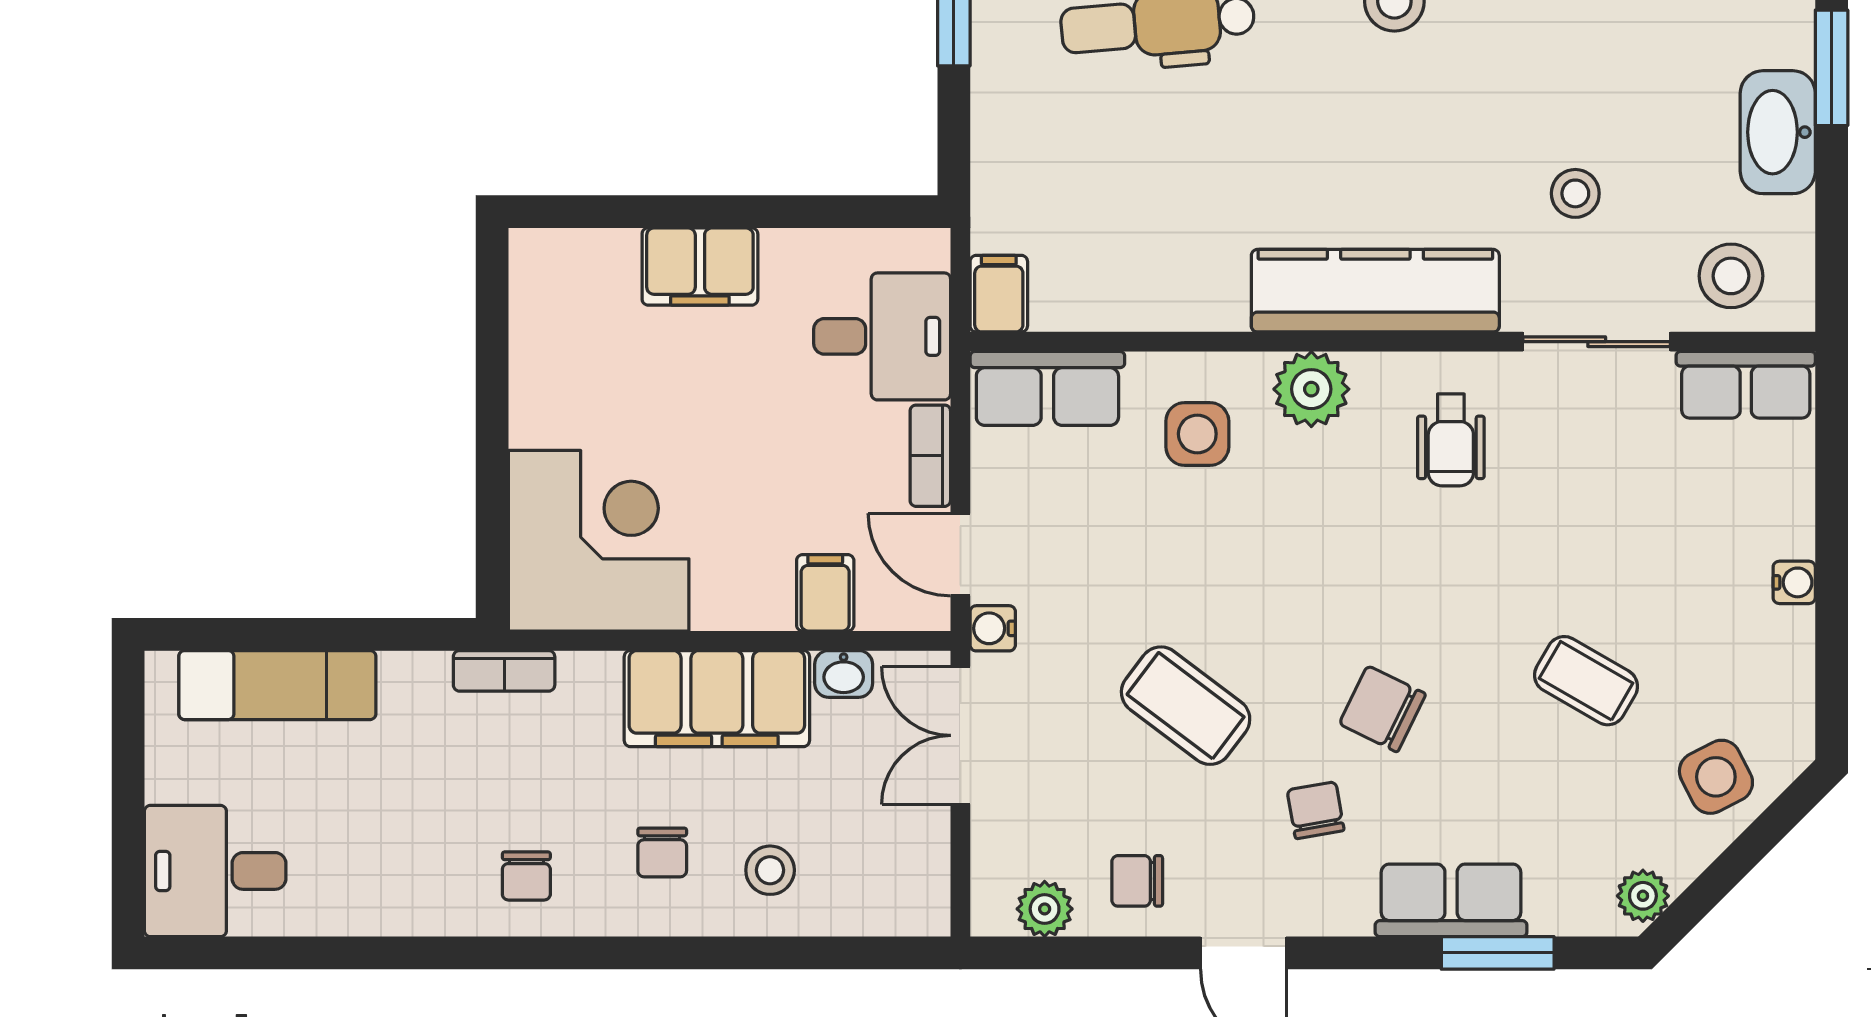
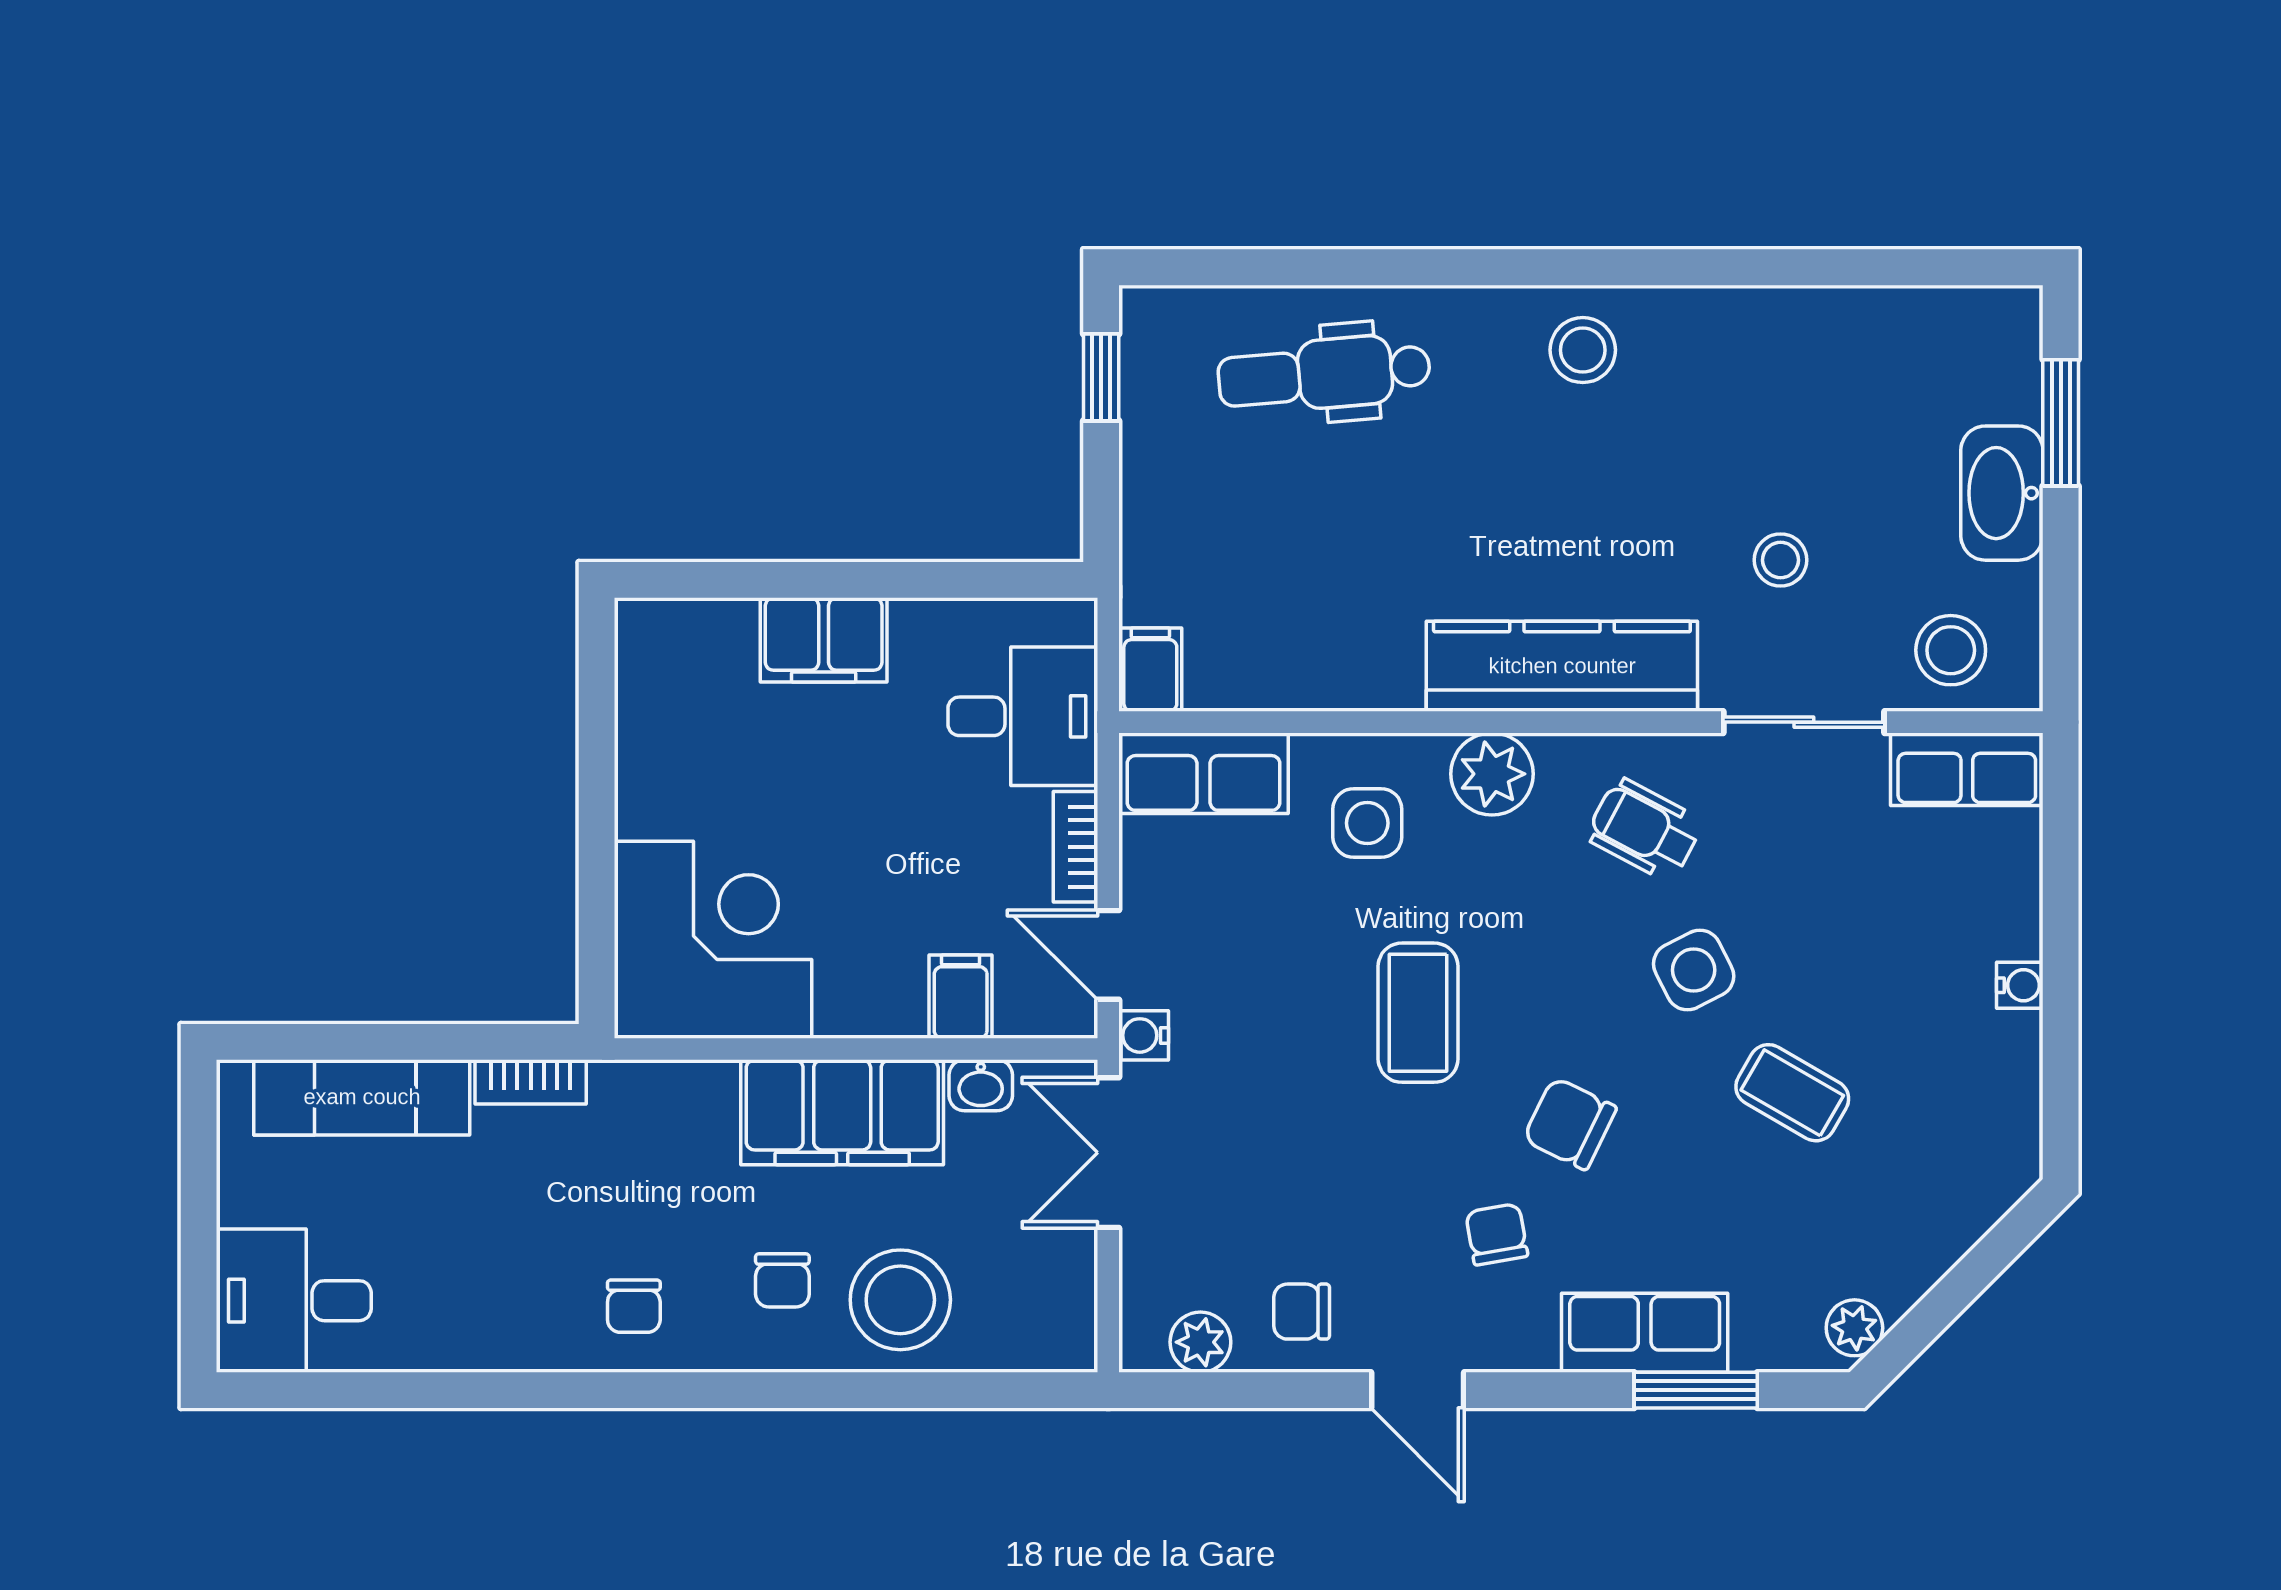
wheelchair: (1451, 440) -> (1644, 829), turned 118
bookcase: (504, 671) -> (531, 1082), moved
coffee table: (1186, 706) -> (1418, 1013), moved, turned 53
side table: (1716, 777) -> (1694, 970), moved
stool: (770, 870) -> (900, 1300), width x1.89, depth x1.89

